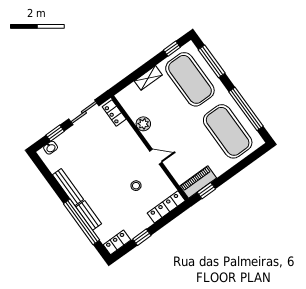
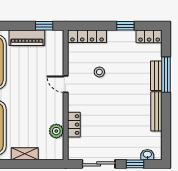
locker: (114, 113) -> (74, 125), moved
plant: (143, 124) -> (56, 131), moved
piano: (198, 182) -> (27, 38), moved
window: (82, 222) -> (166, 75), width x0.68

